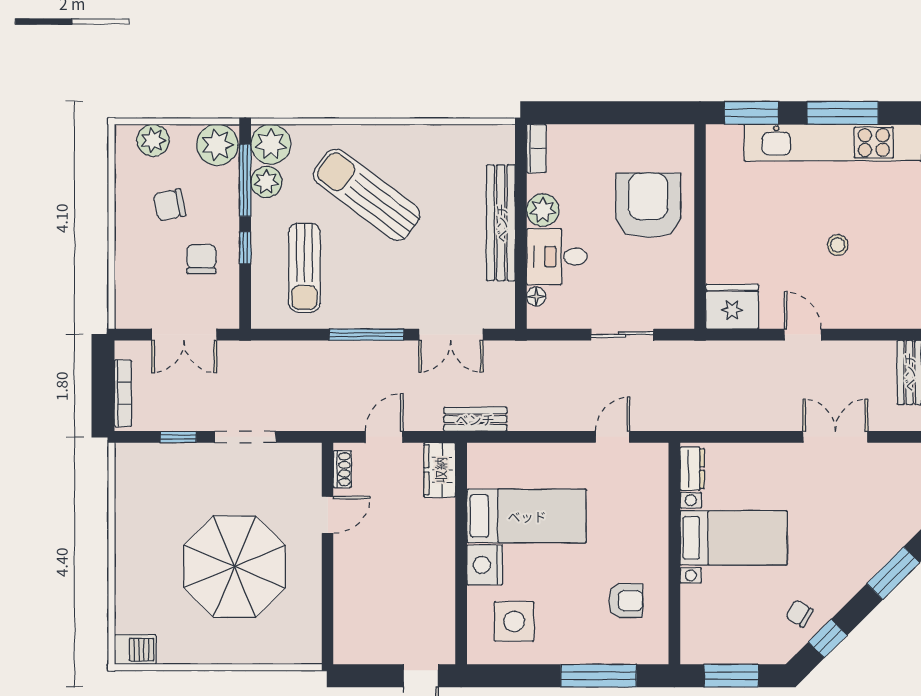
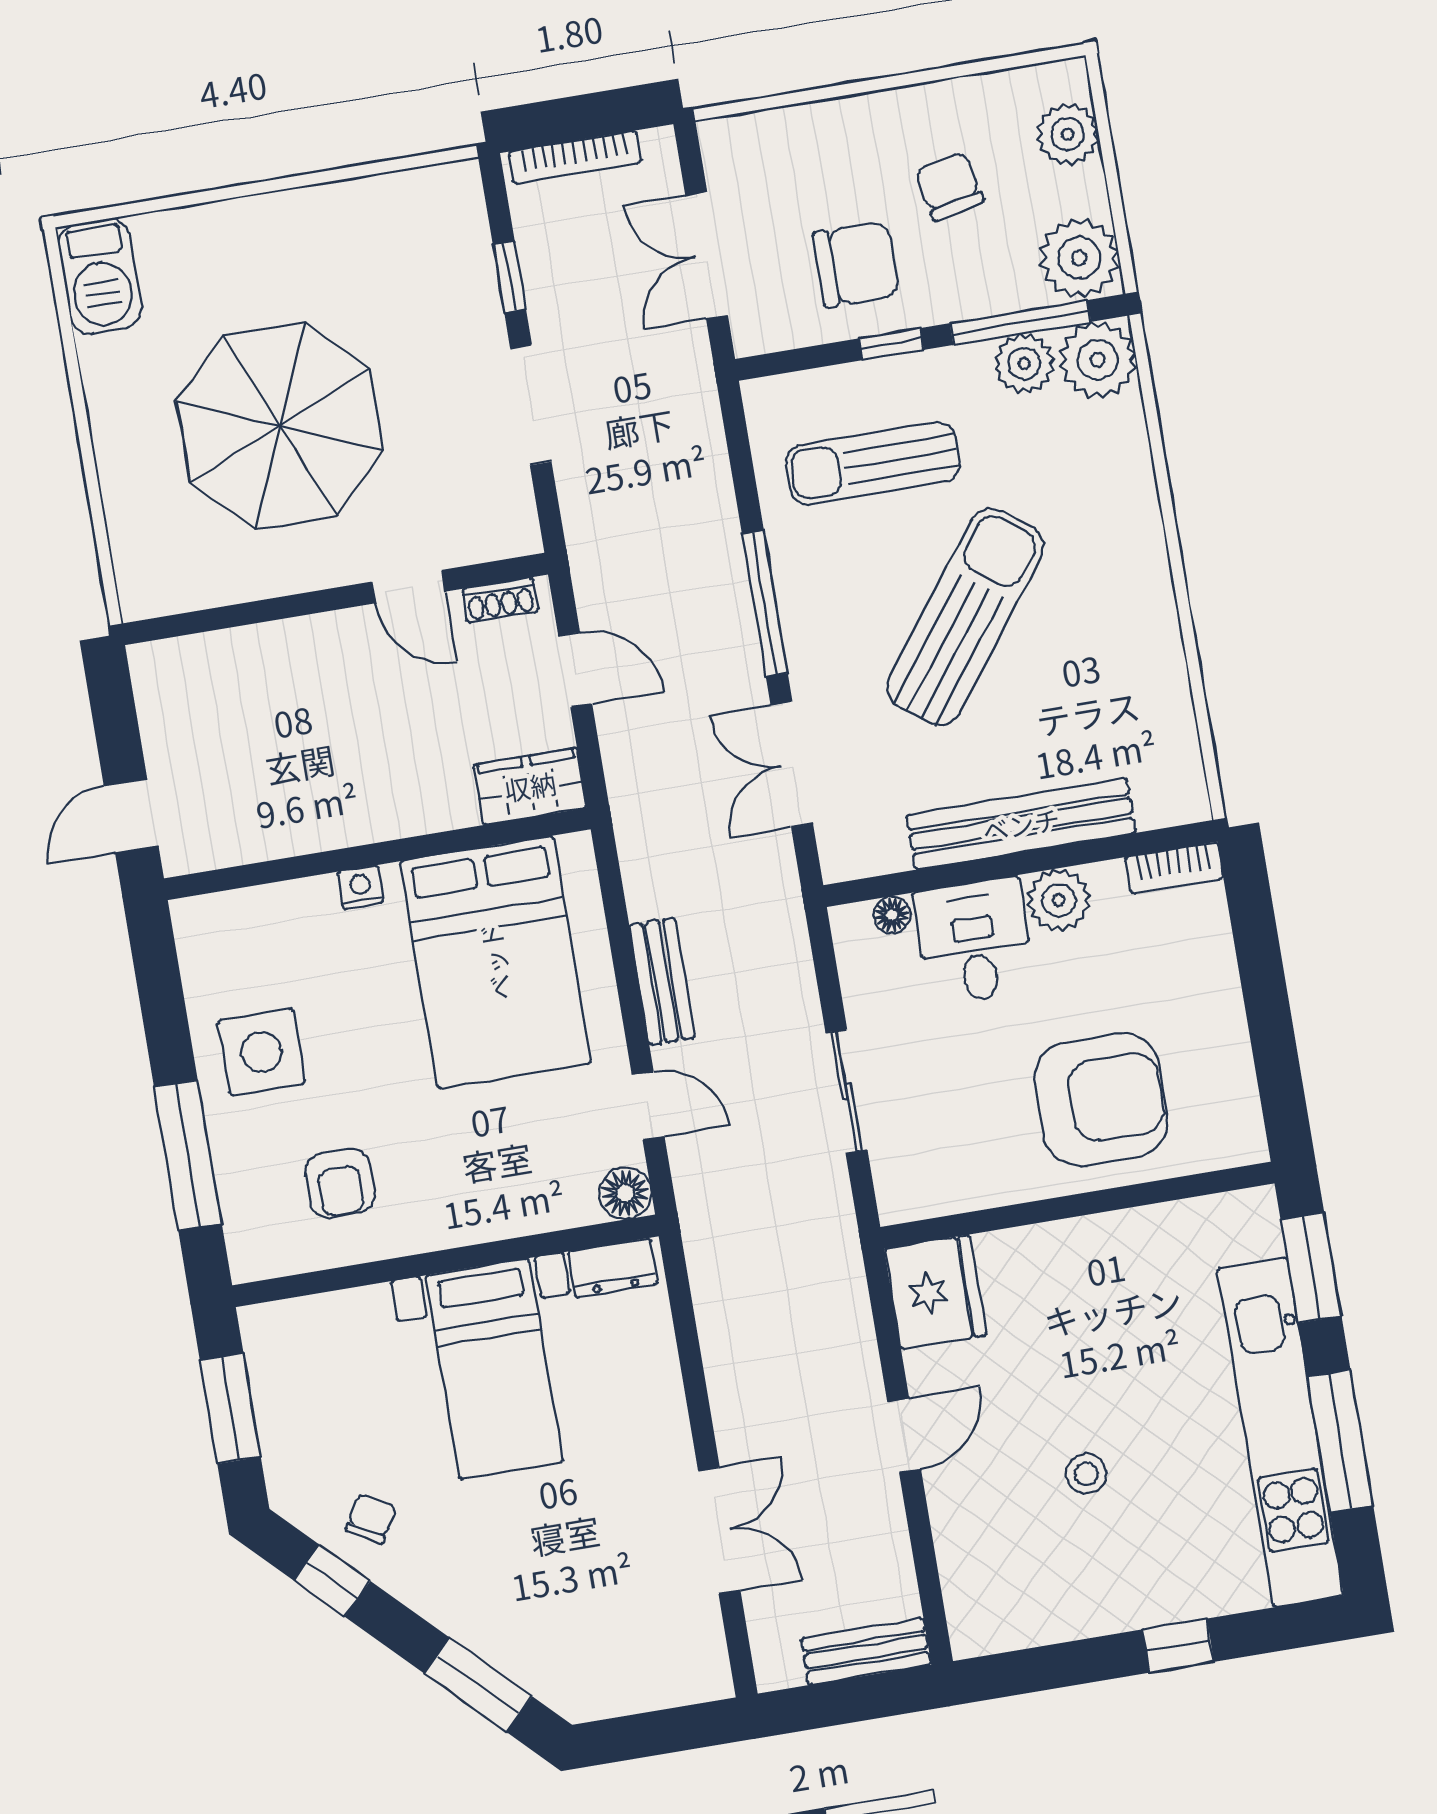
sun lounger: (367, 195) -> (965, 617), moved
chair: (201, 259) -> (856, 264), width x1.37, depth x1.37
bench: (475, 419) -> (662, 981), moved
floor lamp: (655, 456) -> (625, 1193), added
bed: (527, 516) -> (495, 962), width x1.50
nightstand: (485, 565) -> (360, 887), width x0.53, depth x0.56
side table: (514, 621) -> (261, 1052), moved
barbecue: (135, 650) -> (100, 276), width x1.38, depth x1.27

